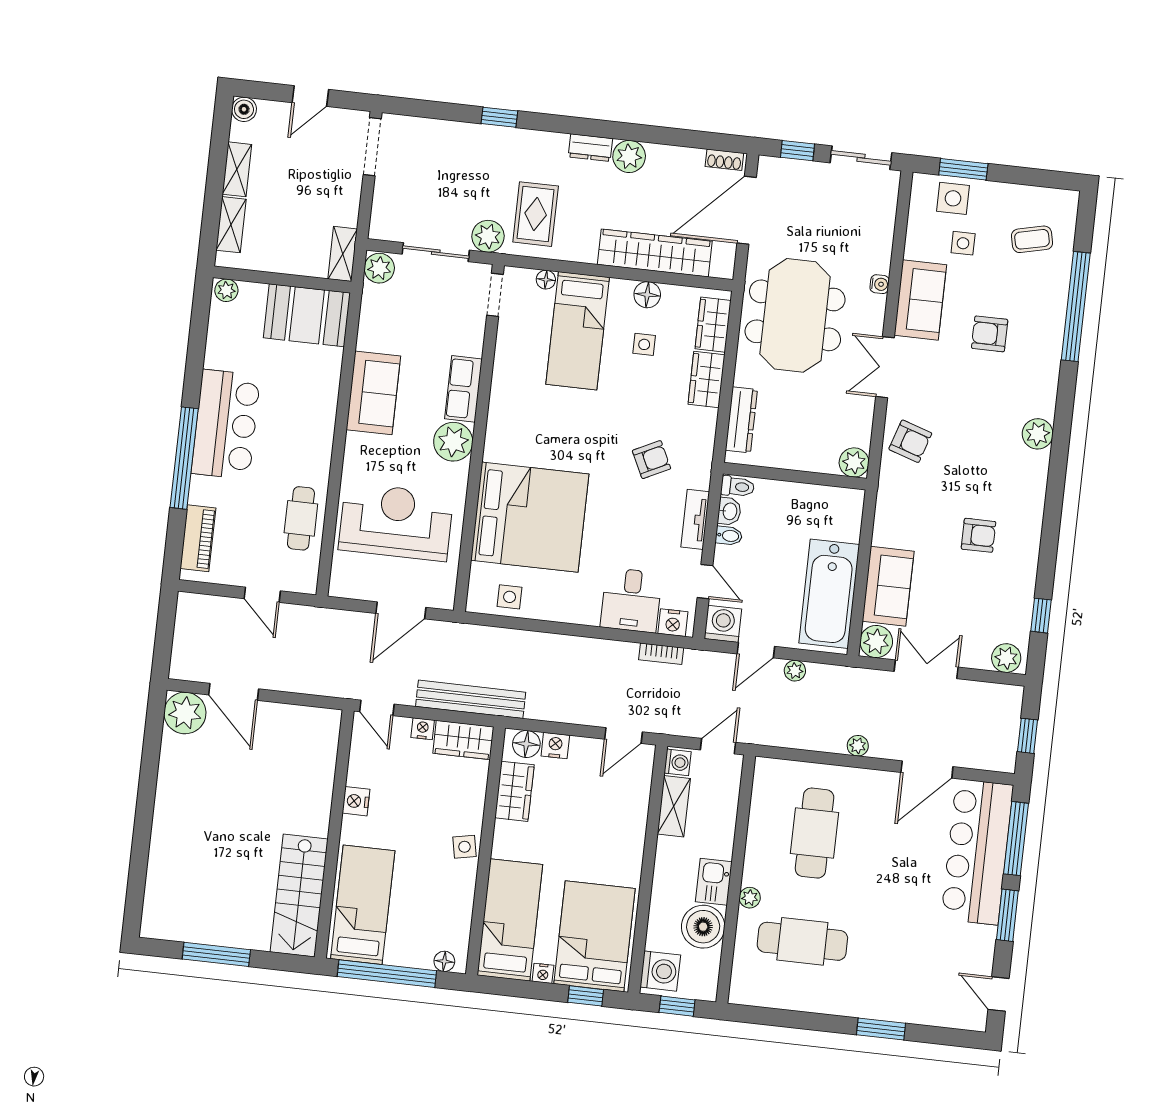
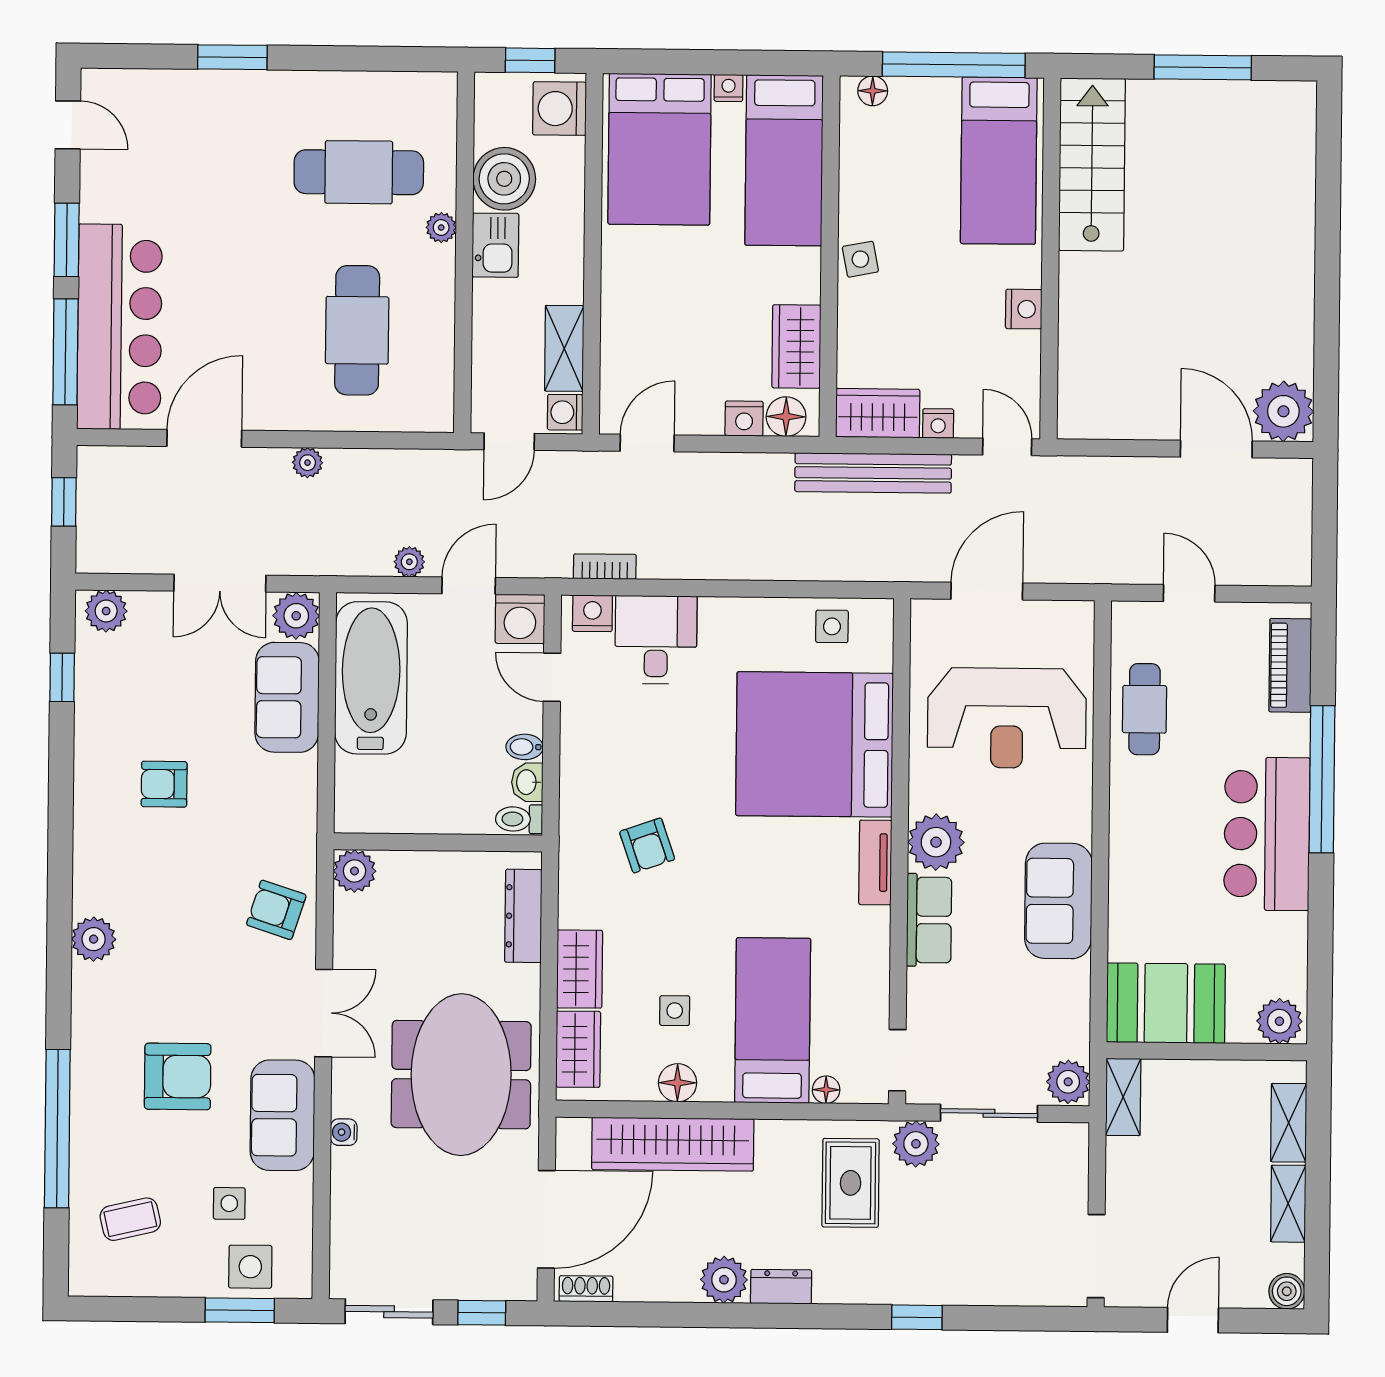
plant: (226, 290) -> (1279, 1021), width x1.38, depth x1.38
armchair: (990, 334) -> (178, 1076), width x1.38, depth x1.38
armchair: (652, 460) -> (647, 845), turned -83
tv unit: (695, 519) -> (875, 862), moved, turned 180
window: (586, 996) -> (664, 62), removed

